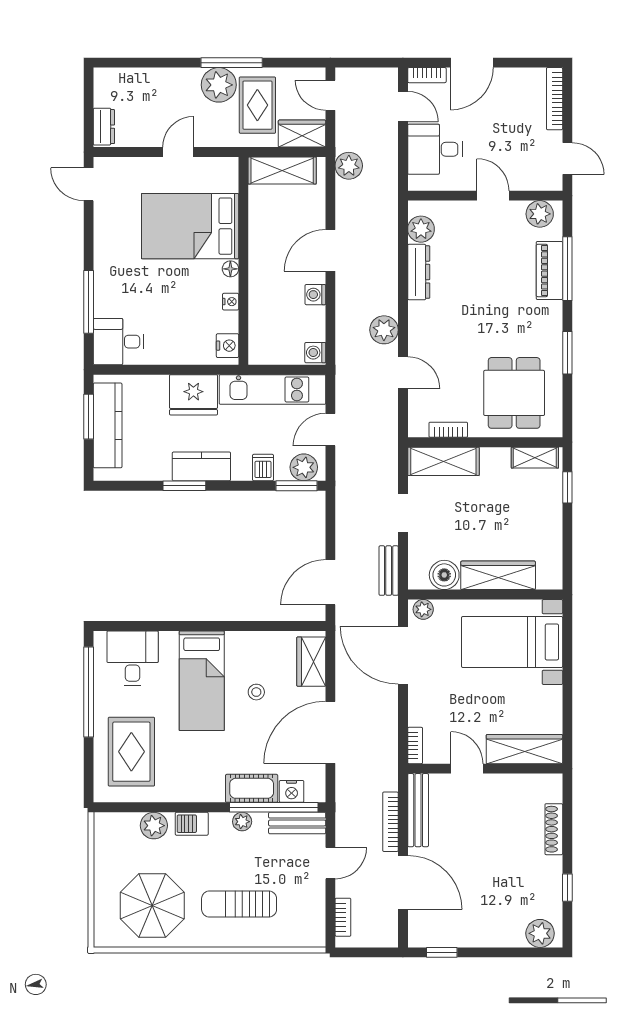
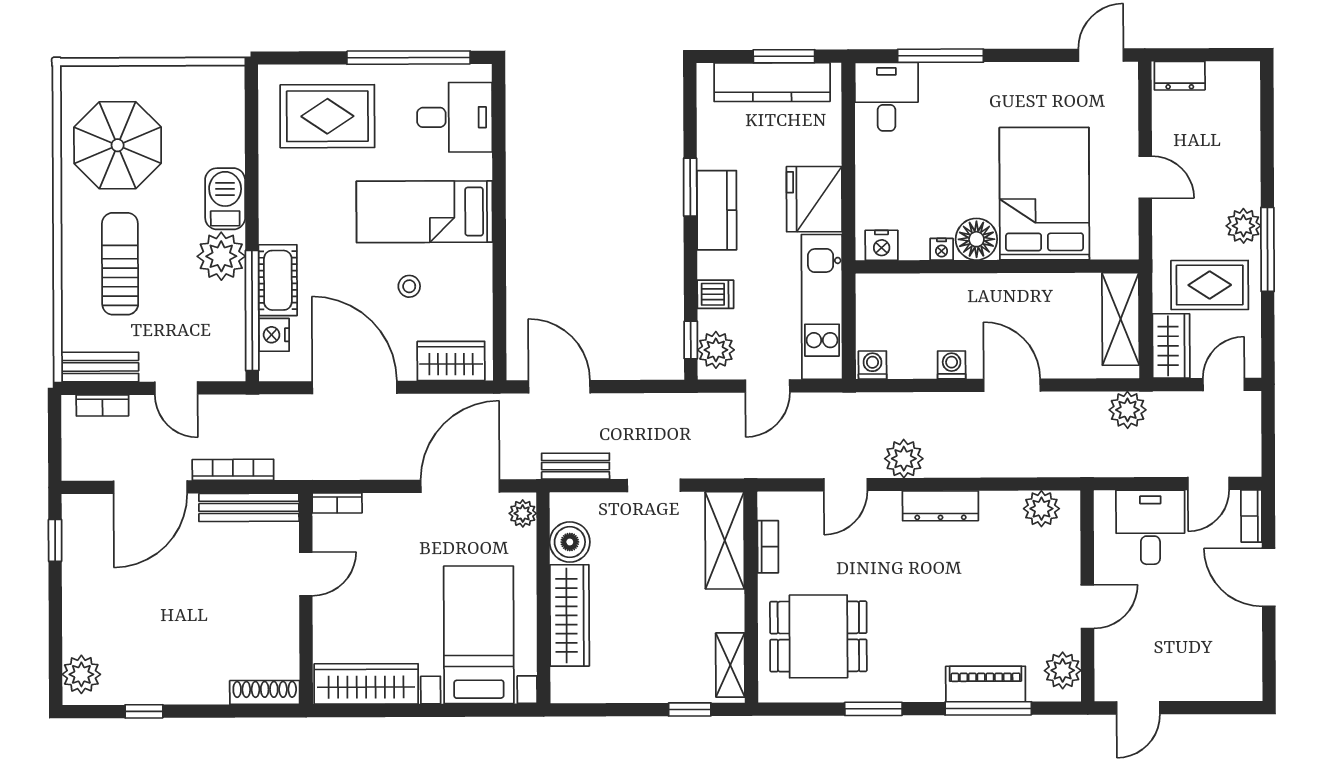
plant: (219, 85) -> (1243, 226), width x0.73, depth x0.73
bookcase: (555, 99) -> (1220, 690), removed
floor lamp: (230, 269) -> (976, 239), width x1.89, depth x1.89
dresser: (419, 272) -> (940, 506), moved
door: (330, 430) -> (768, 386), swing flipped
window: (296, 486) -> (691, 340), width x0.67
wardrobe: (524, 749) -> (366, 684), moved, turned -90
plant: (242, 822) -> (221, 256), width x1.87, depth x1.87
bench: (297, 823) -> (100, 367), moved, turned 90
barbecue: (192, 824) -> (225, 199), width x1.38, depth x1.27
plant: (154, 826) -> (227, 147), removed
shoe rack: (554, 829) -> (265, 692), moved

